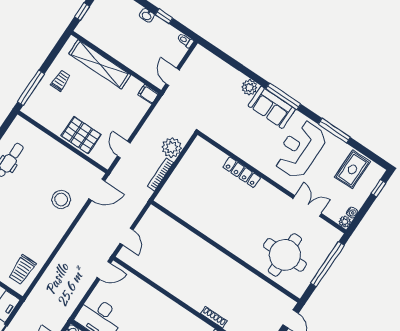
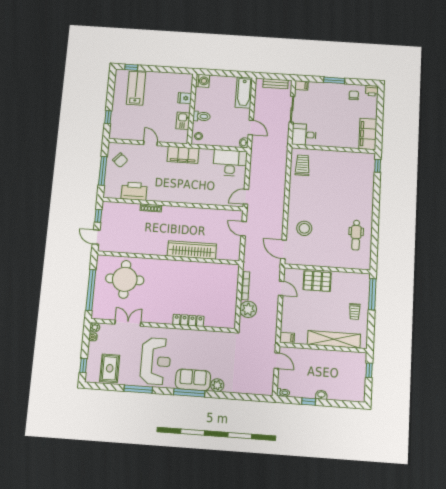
door: (97, 190) -> (284, 249), hinge flipped
double door: (307, 206) -> (128, 323), swing flipped
wardrobe: (195, 245) -> (192, 250), added

